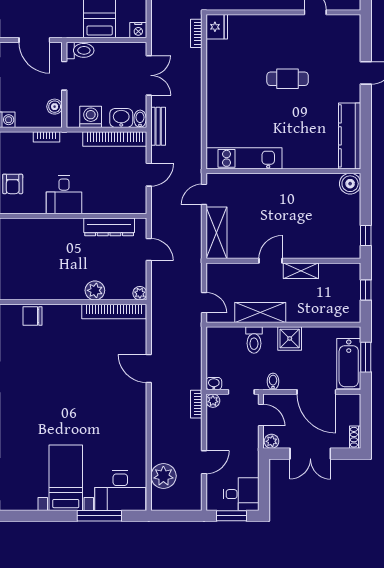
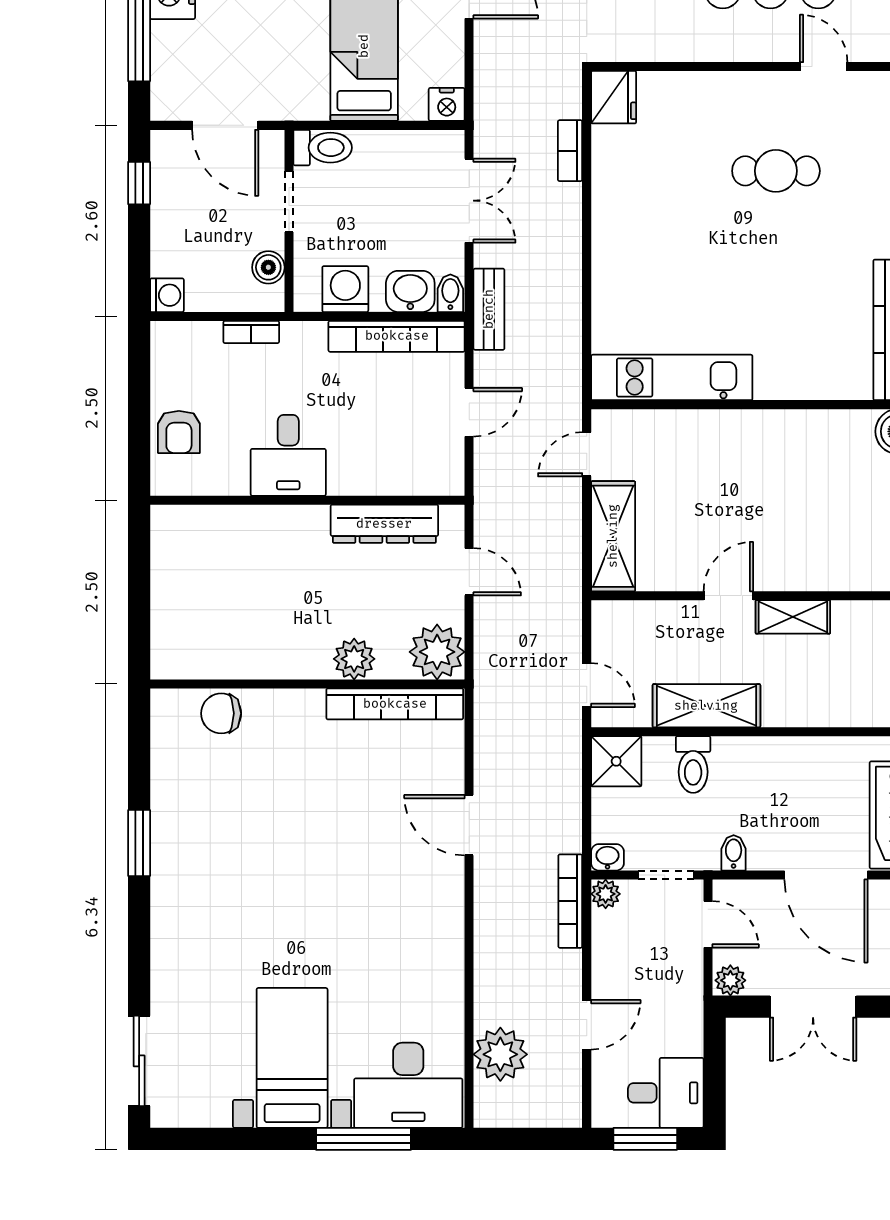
bookcase: (196, 33) -> (570, 151), moved
cafe table: (288, 79) -> (776, 171), moved
plant: (140, 293) -> (437, 652), width x1.87, depth x1.87
shower: (290, 338) -> (616, 761), moved
bookcase: (196, 404) -> (570, 901), width x1.56

